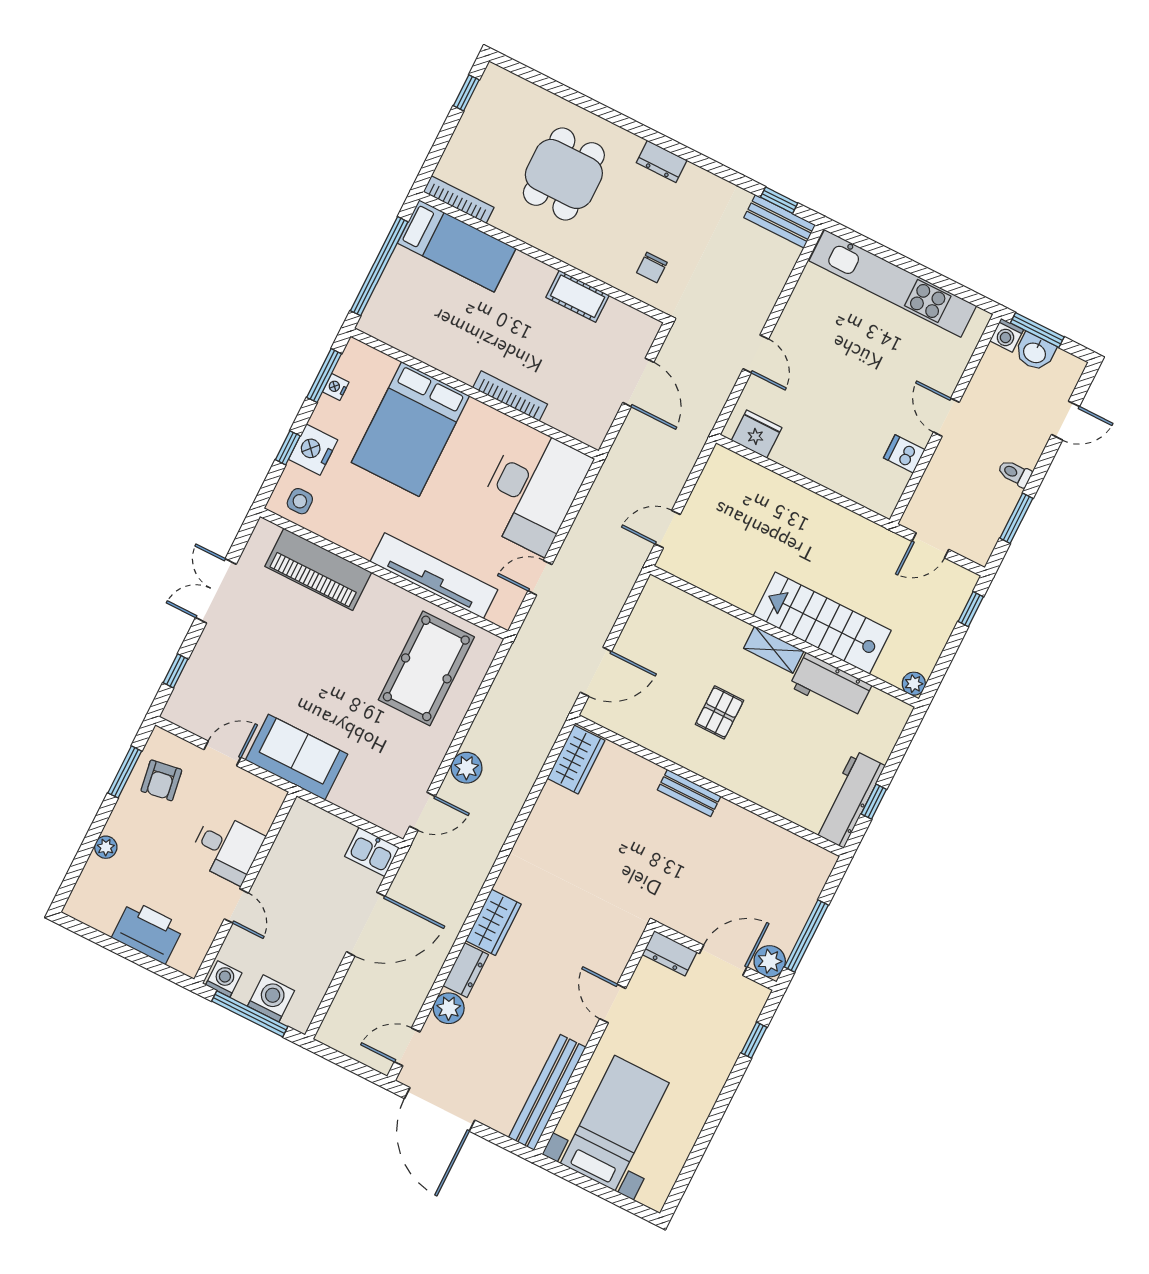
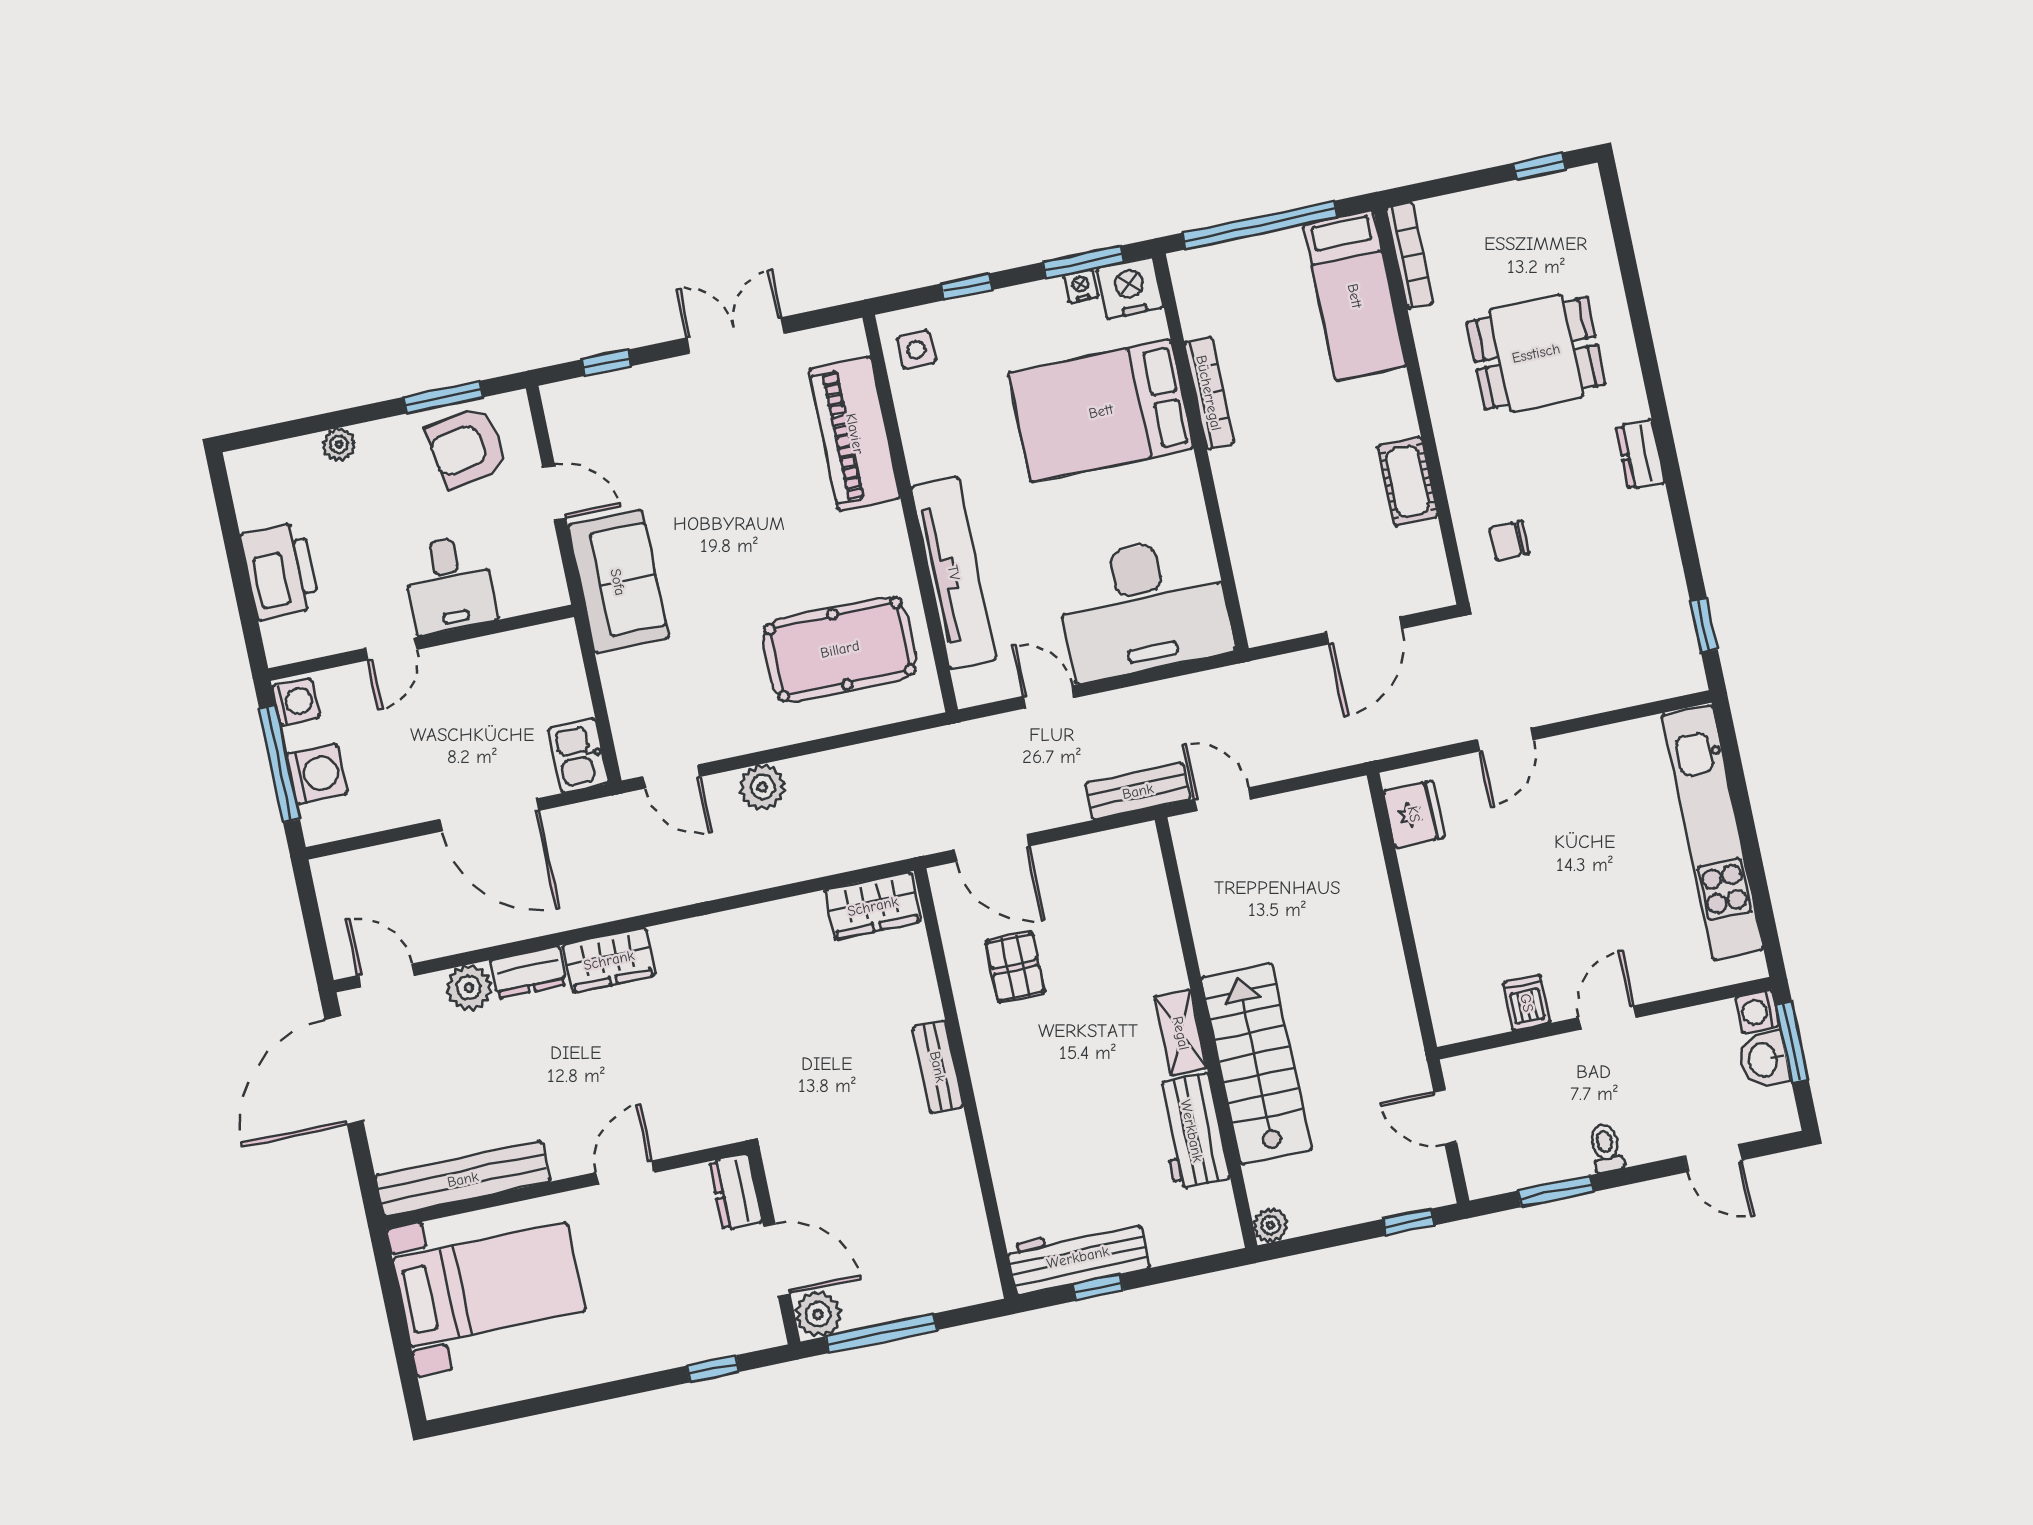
bench: (780, 221) -> (1138, 791), moved, turned 90
bookcase: (510, 396) -> (1209, 393), moved
nightstand: (313, 450) -> (1130, 288), moved
pallet: (719, 712) -> (1015, 967), moved, turned 90
armchair: (161, 780) -> (467, 447), width x1.38, depth x1.38

